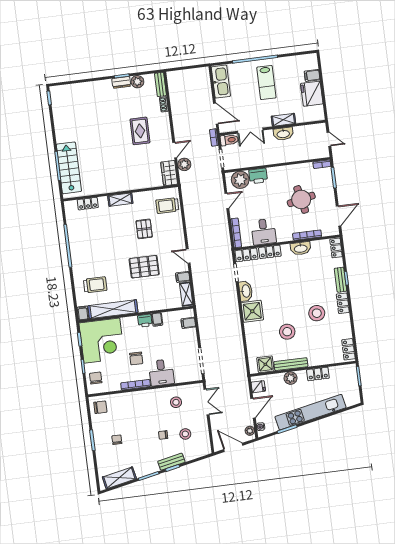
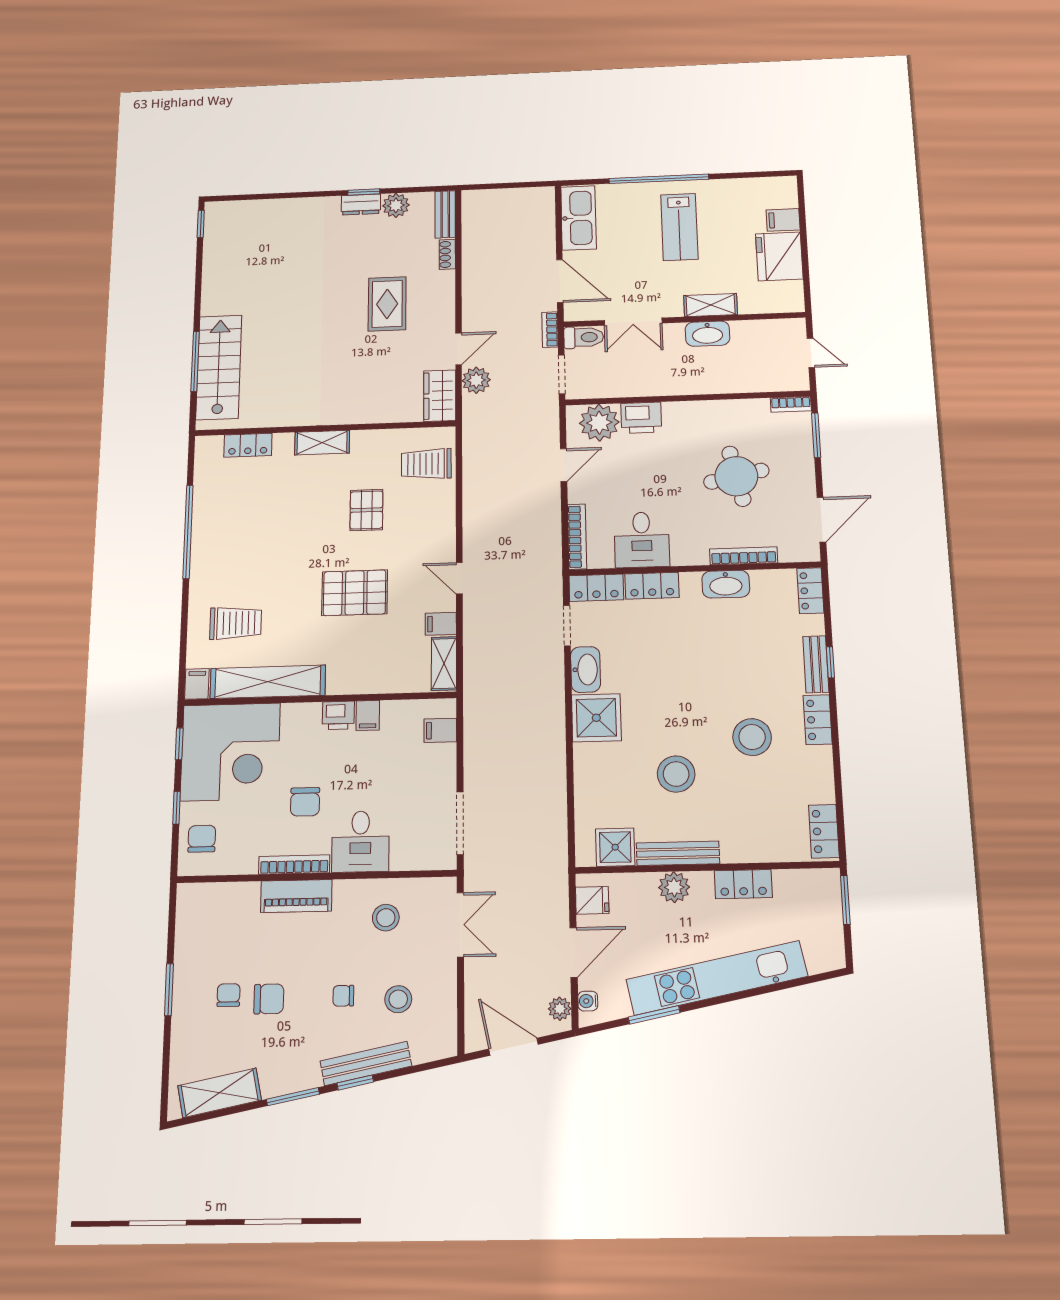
piano: (138, 397) -> (296, 896), added
chair: (100, 407) -> (269, 999), moved
bench: (171, 462) -> (366, 1063), width x1.36

